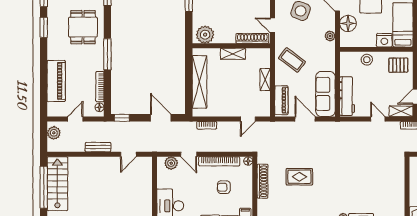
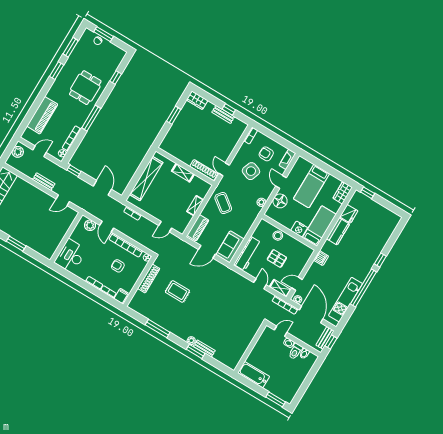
plant: (205, 35) -> (171, 147), removed
pallet: (398, 65) -> (277, 258), moved
sofa: (325, 94) -> (230, 247), width x0.73
door: (305, 119) -> (207, 252), swing flipped

